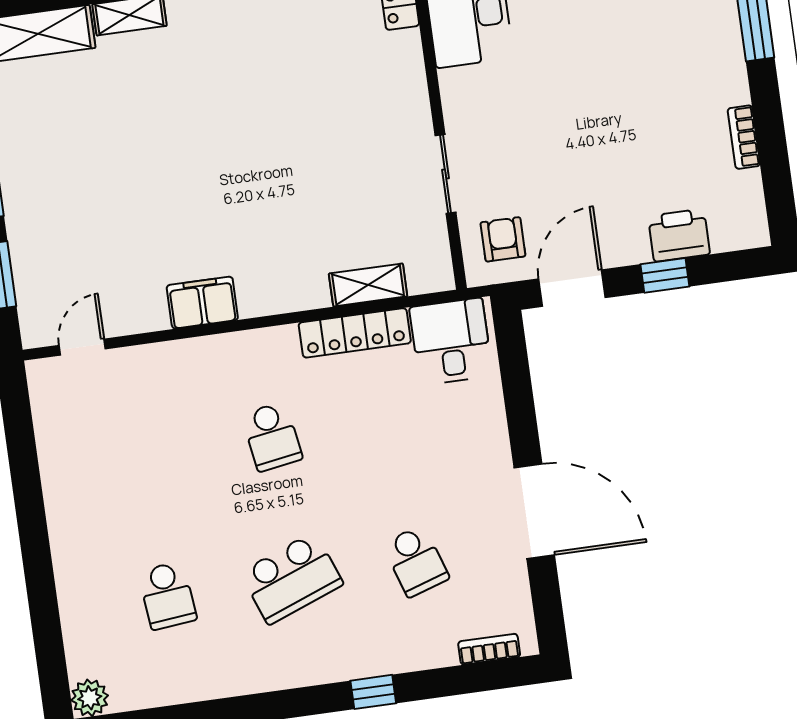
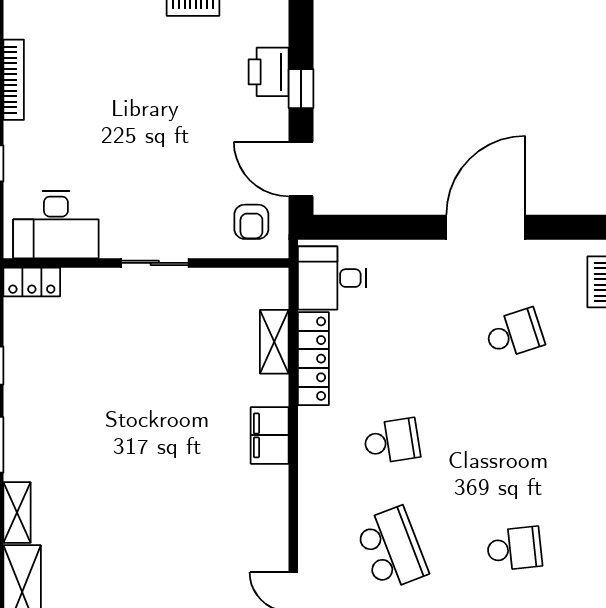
sliding door: (446, 174) -> (155, 263), moved
armchair: (503, 239) -> (251, 222), turned -90
filing cabinet: (202, 303) -> (270, 435), moved
school desk: (292, 578) -> (392, 549), moved

